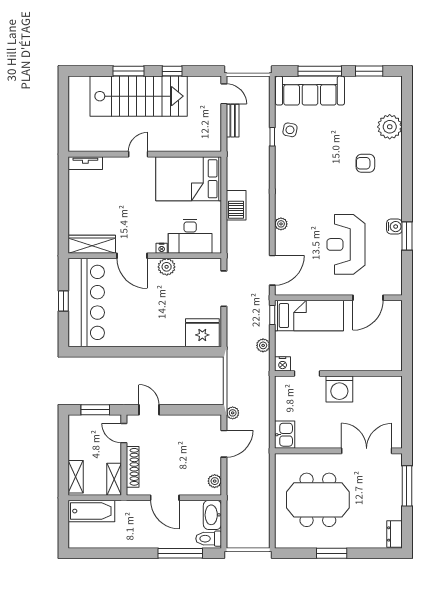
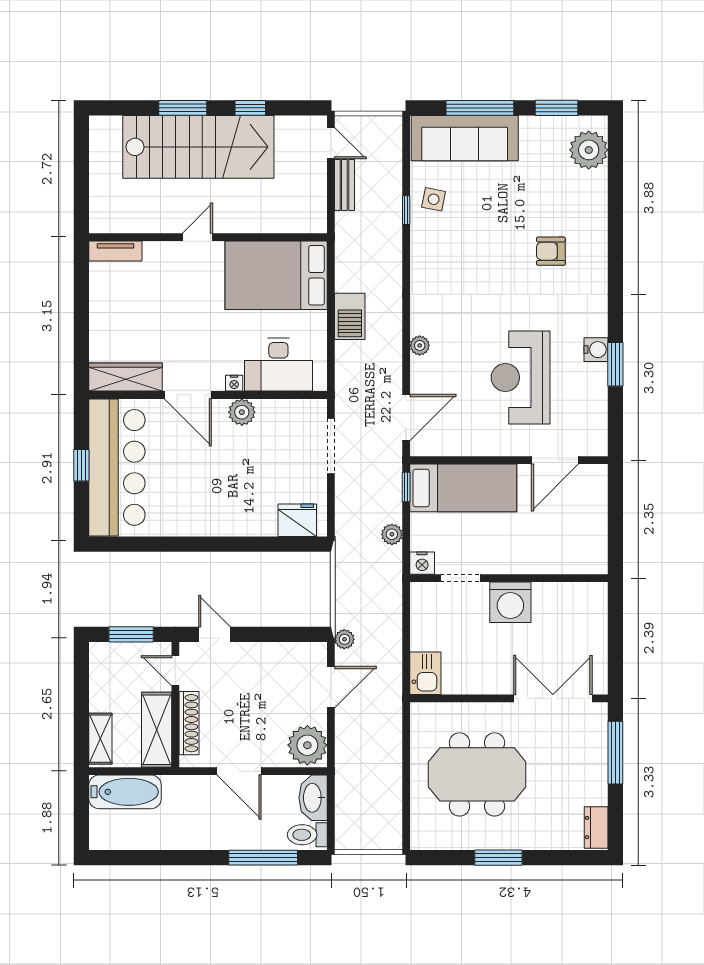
plant: (390, 127) -> (589, 150), moved
fridge: (202, 333) -> (297, 520), width x0.73, depth x0.75
shelving: (114, 479) -> (157, 730), width x1.50, depth x1.33
plant: (215, 481) -> (307, 745), width x1.87, depth x1.87

